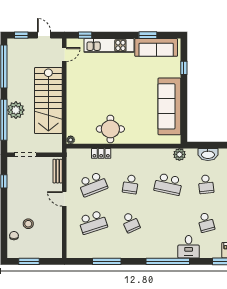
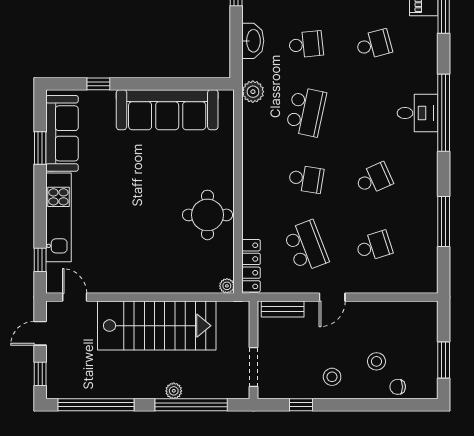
plant: (16, 110) -> (174, 391), width x0.53, depth x0.53
locker: (101, 153) -> (251, 266), moved, width x1.53
stool: (20, 199) -> (332, 377), added
school desk: (93, 222) -> (374, 246), width x0.54
desk: (189, 247) -> (418, 113), moved

